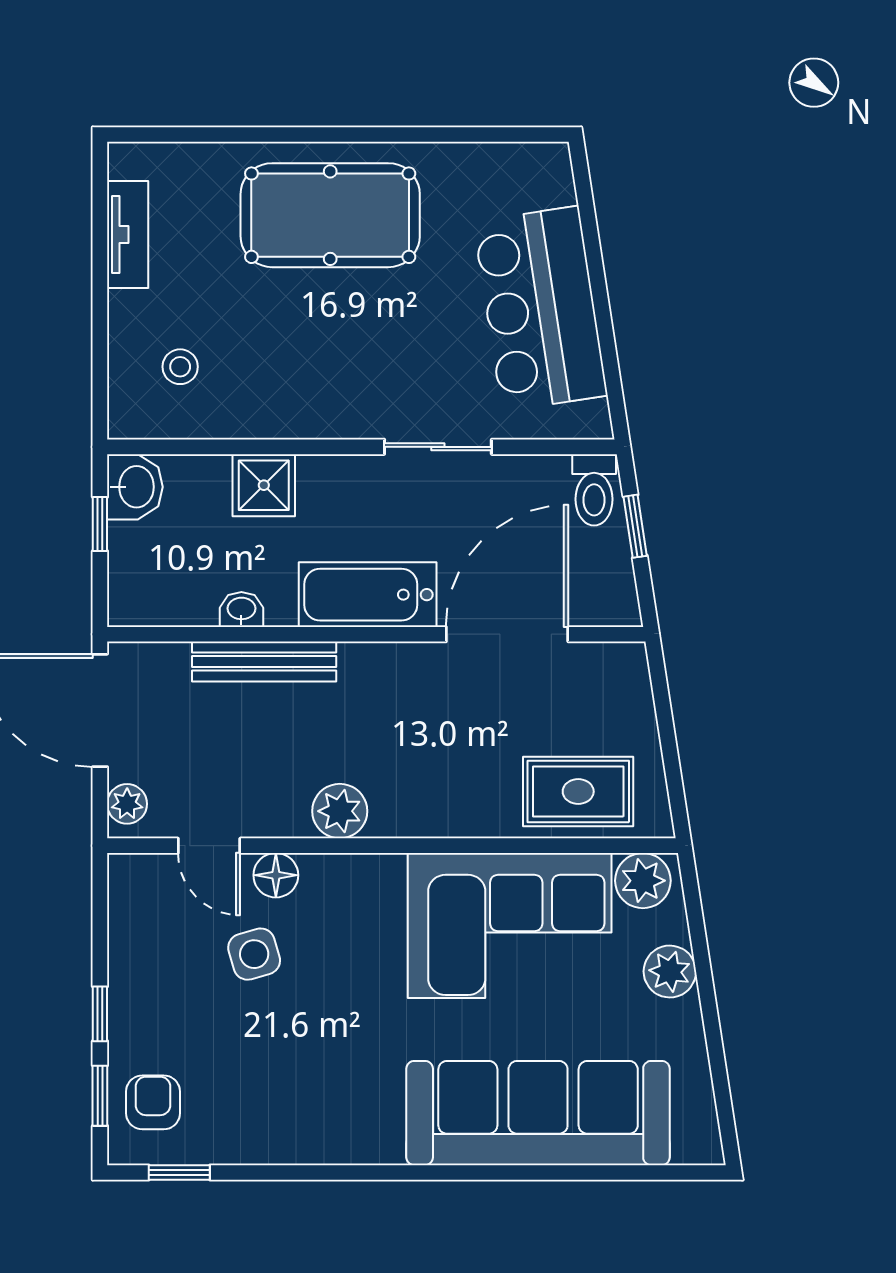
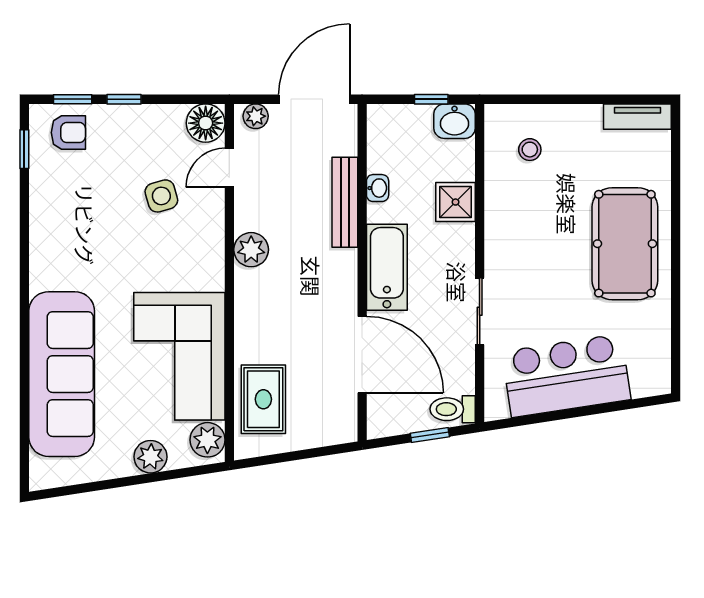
tv unit: (128, 234) -> (637, 117), moved
floor lamp: (276, 875) -> (206, 123), moved, width x1.38, depth x1.38

